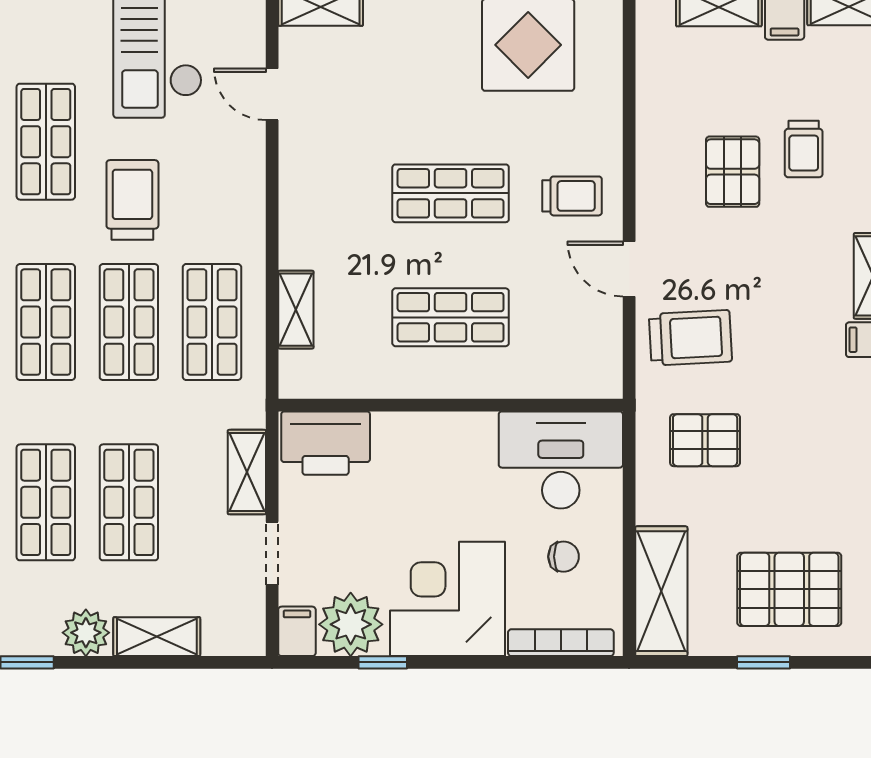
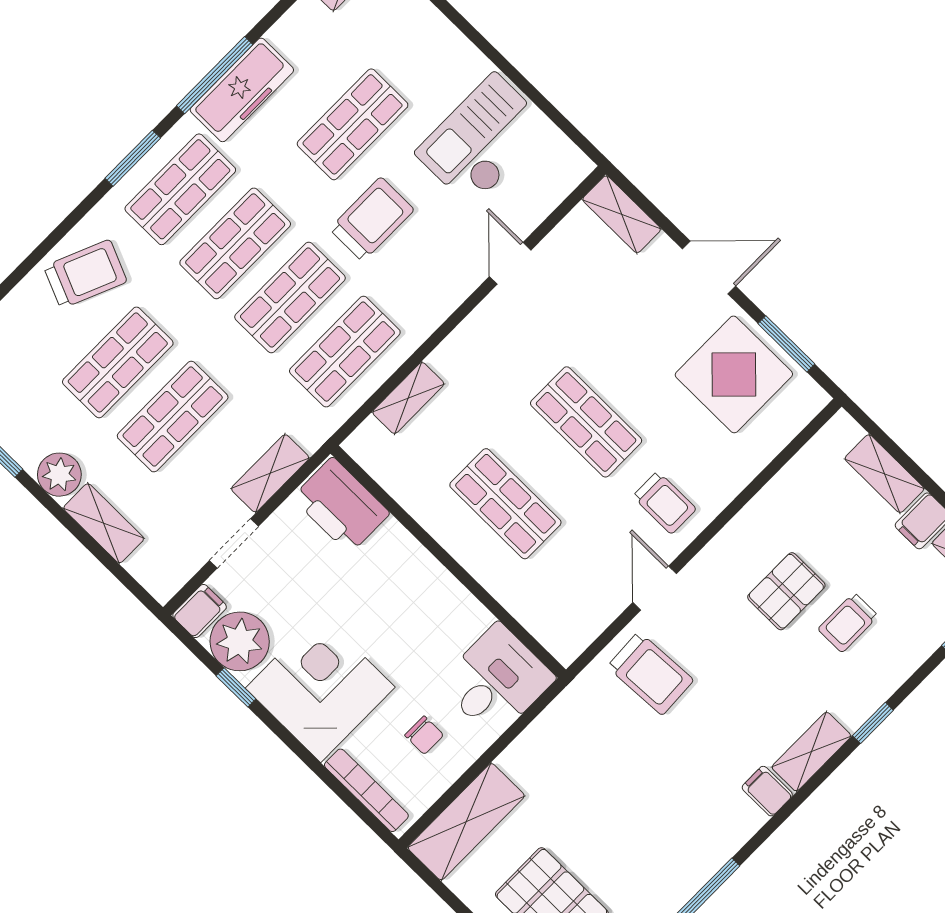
door: (272, 94) -> (510, 263), moved
pallet: (705, 440) -> (593, 750), removed
desk: (561, 460) -> (496, 681), width x0.73

